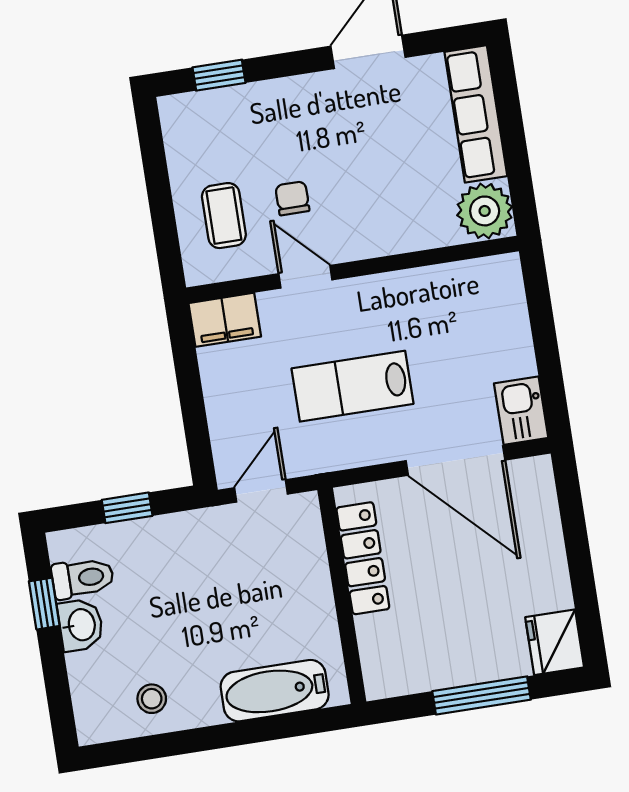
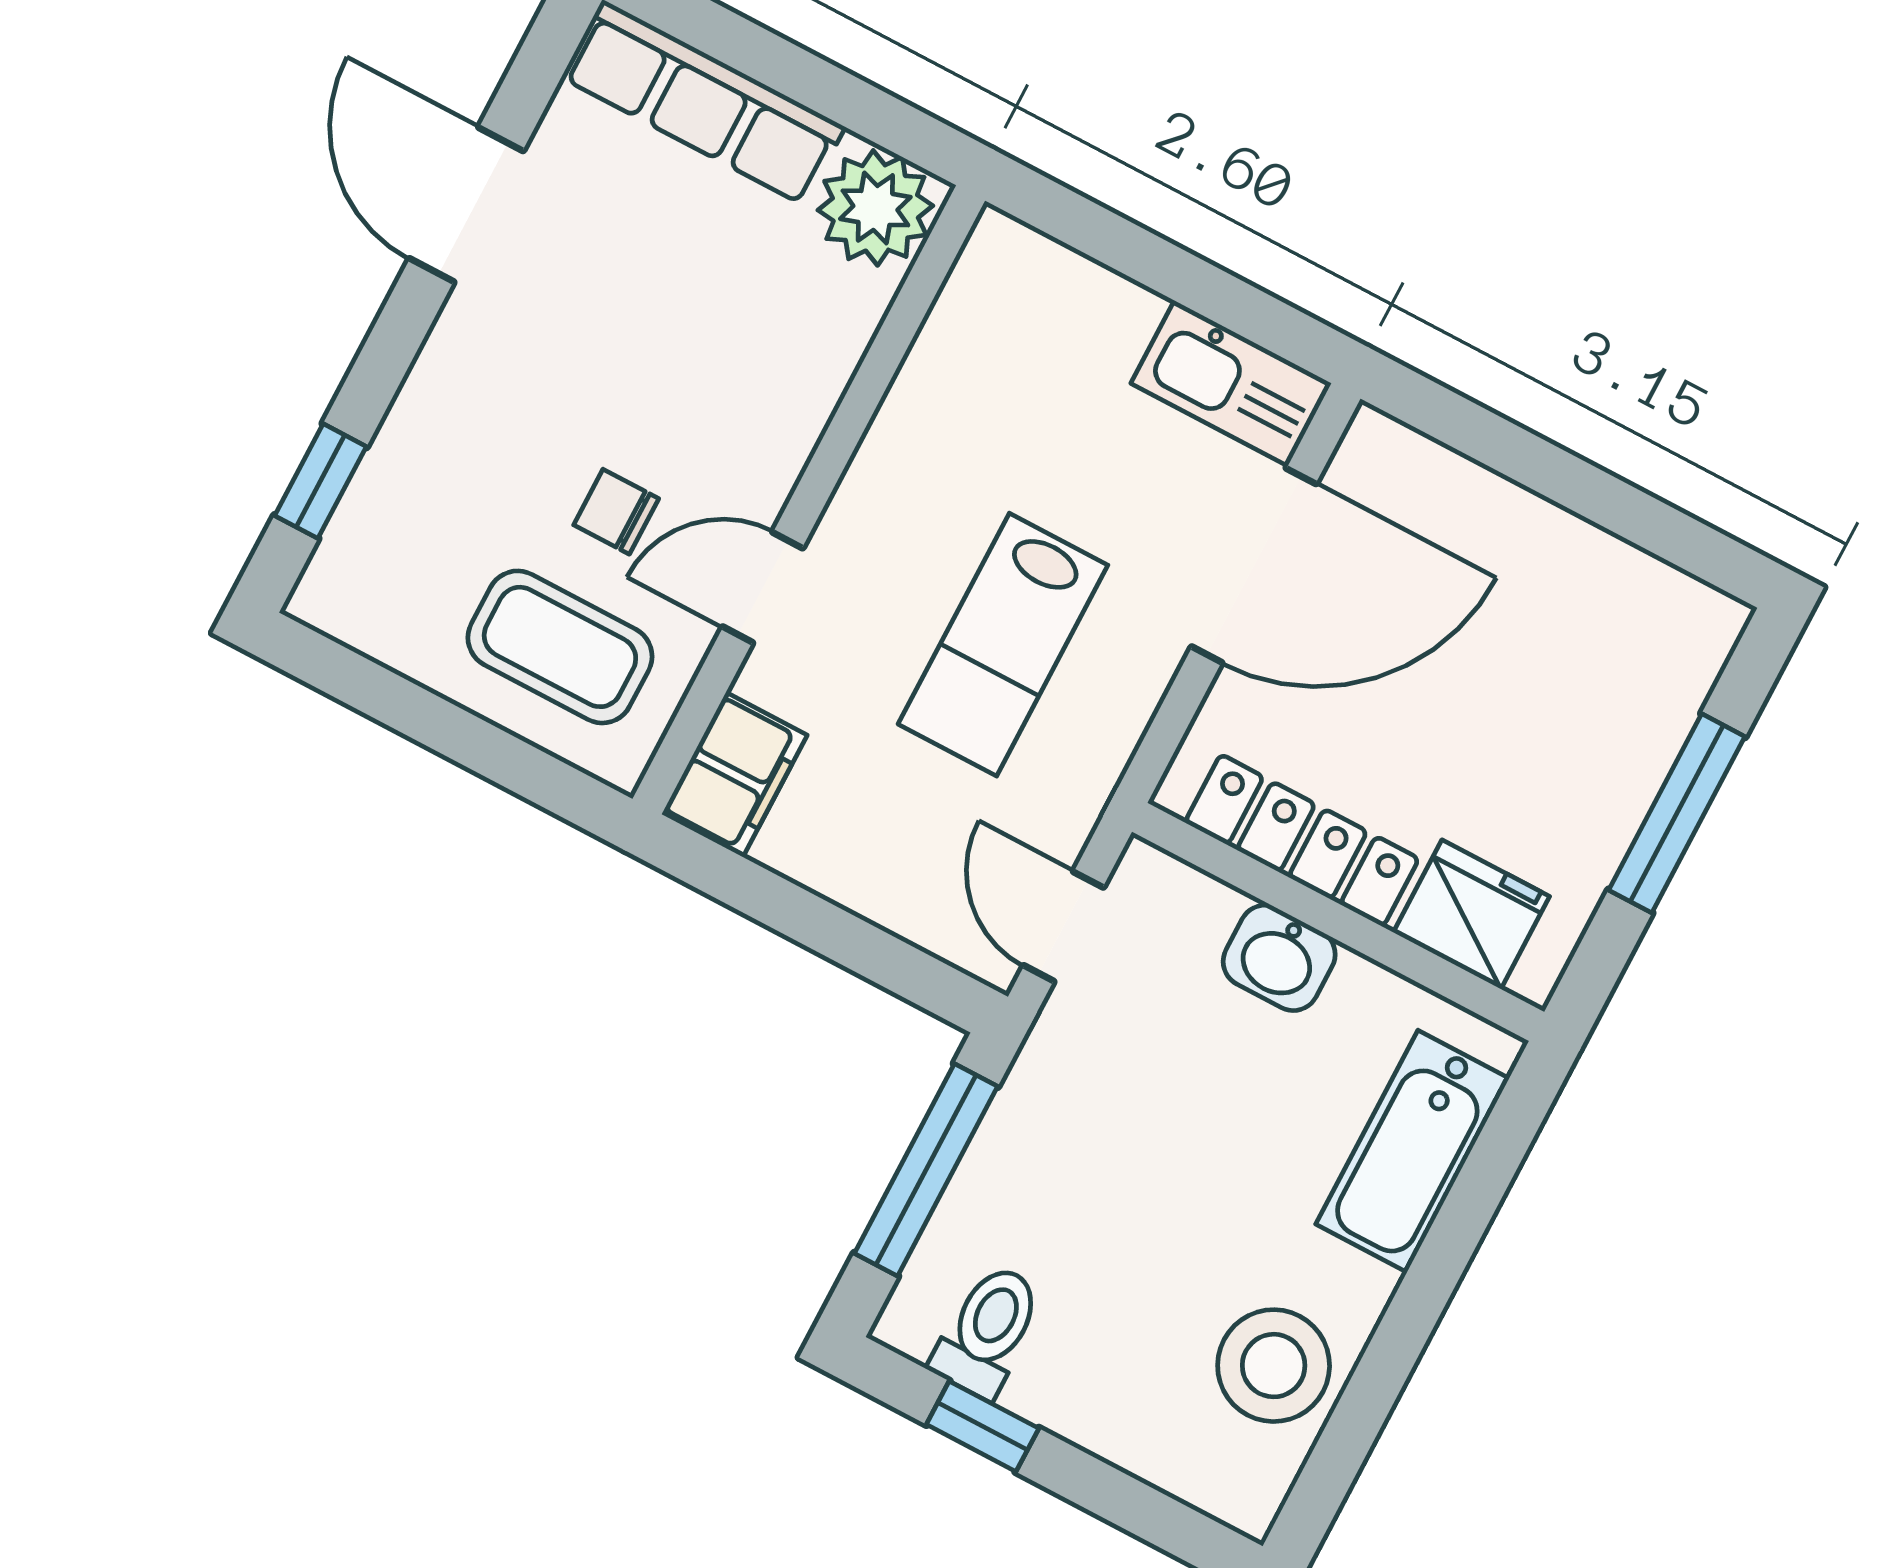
coffee table: (224, 216) -> (560, 647), width x1.36, depth x1.30
kitchen sink: (521, 411) -> (1231, 383), width x1.38
window: (127, 508) -> (926, 1170), width x2.17
washbasin: (81, 625) -> (1279, 958), moved, turned 180
fridge: (555, 642) -> (1471, 914), moved, turned 180
stool: (152, 699) -> (1274, 1366), width x1.89, depth x1.89

